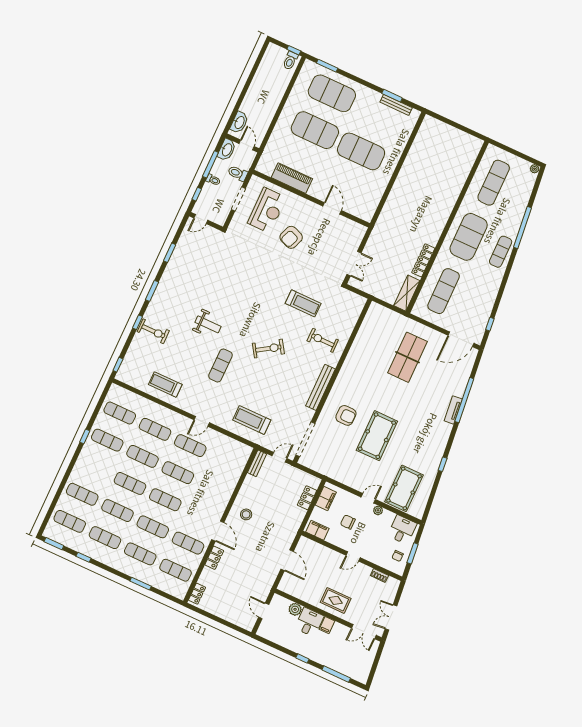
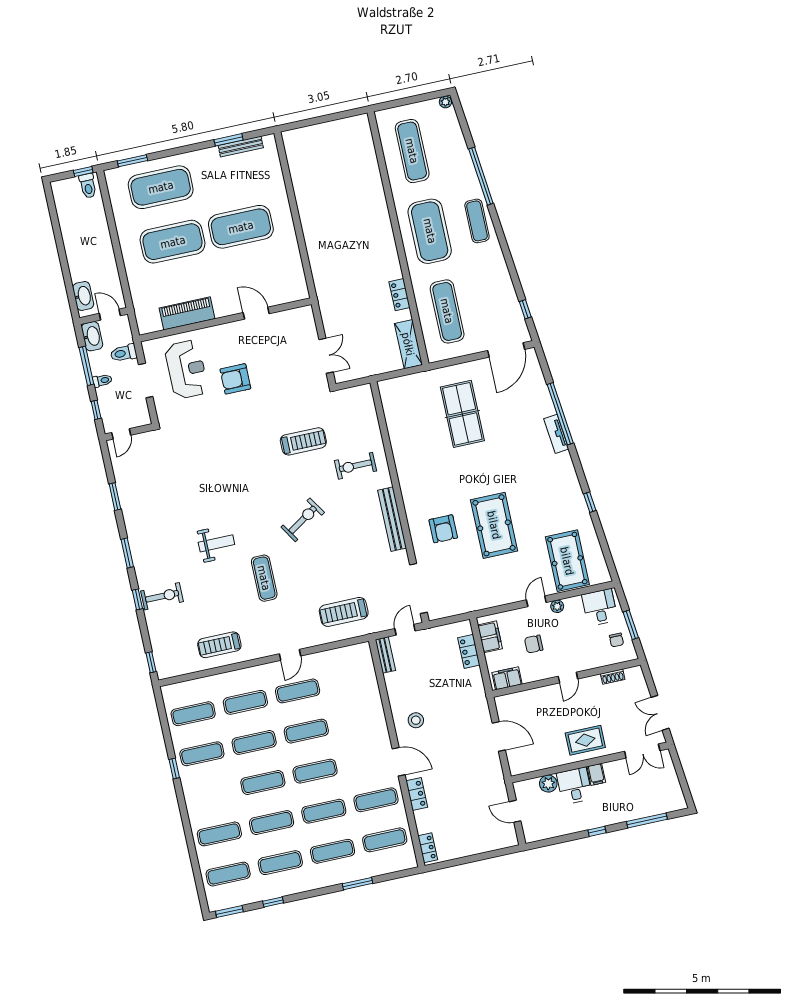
armchair: (291, 237) -> (235, 379), turned 69
locker: (423, 260) -> (399, 295), width x0.66
armchair: (346, 415) -> (443, 529), turned 90

